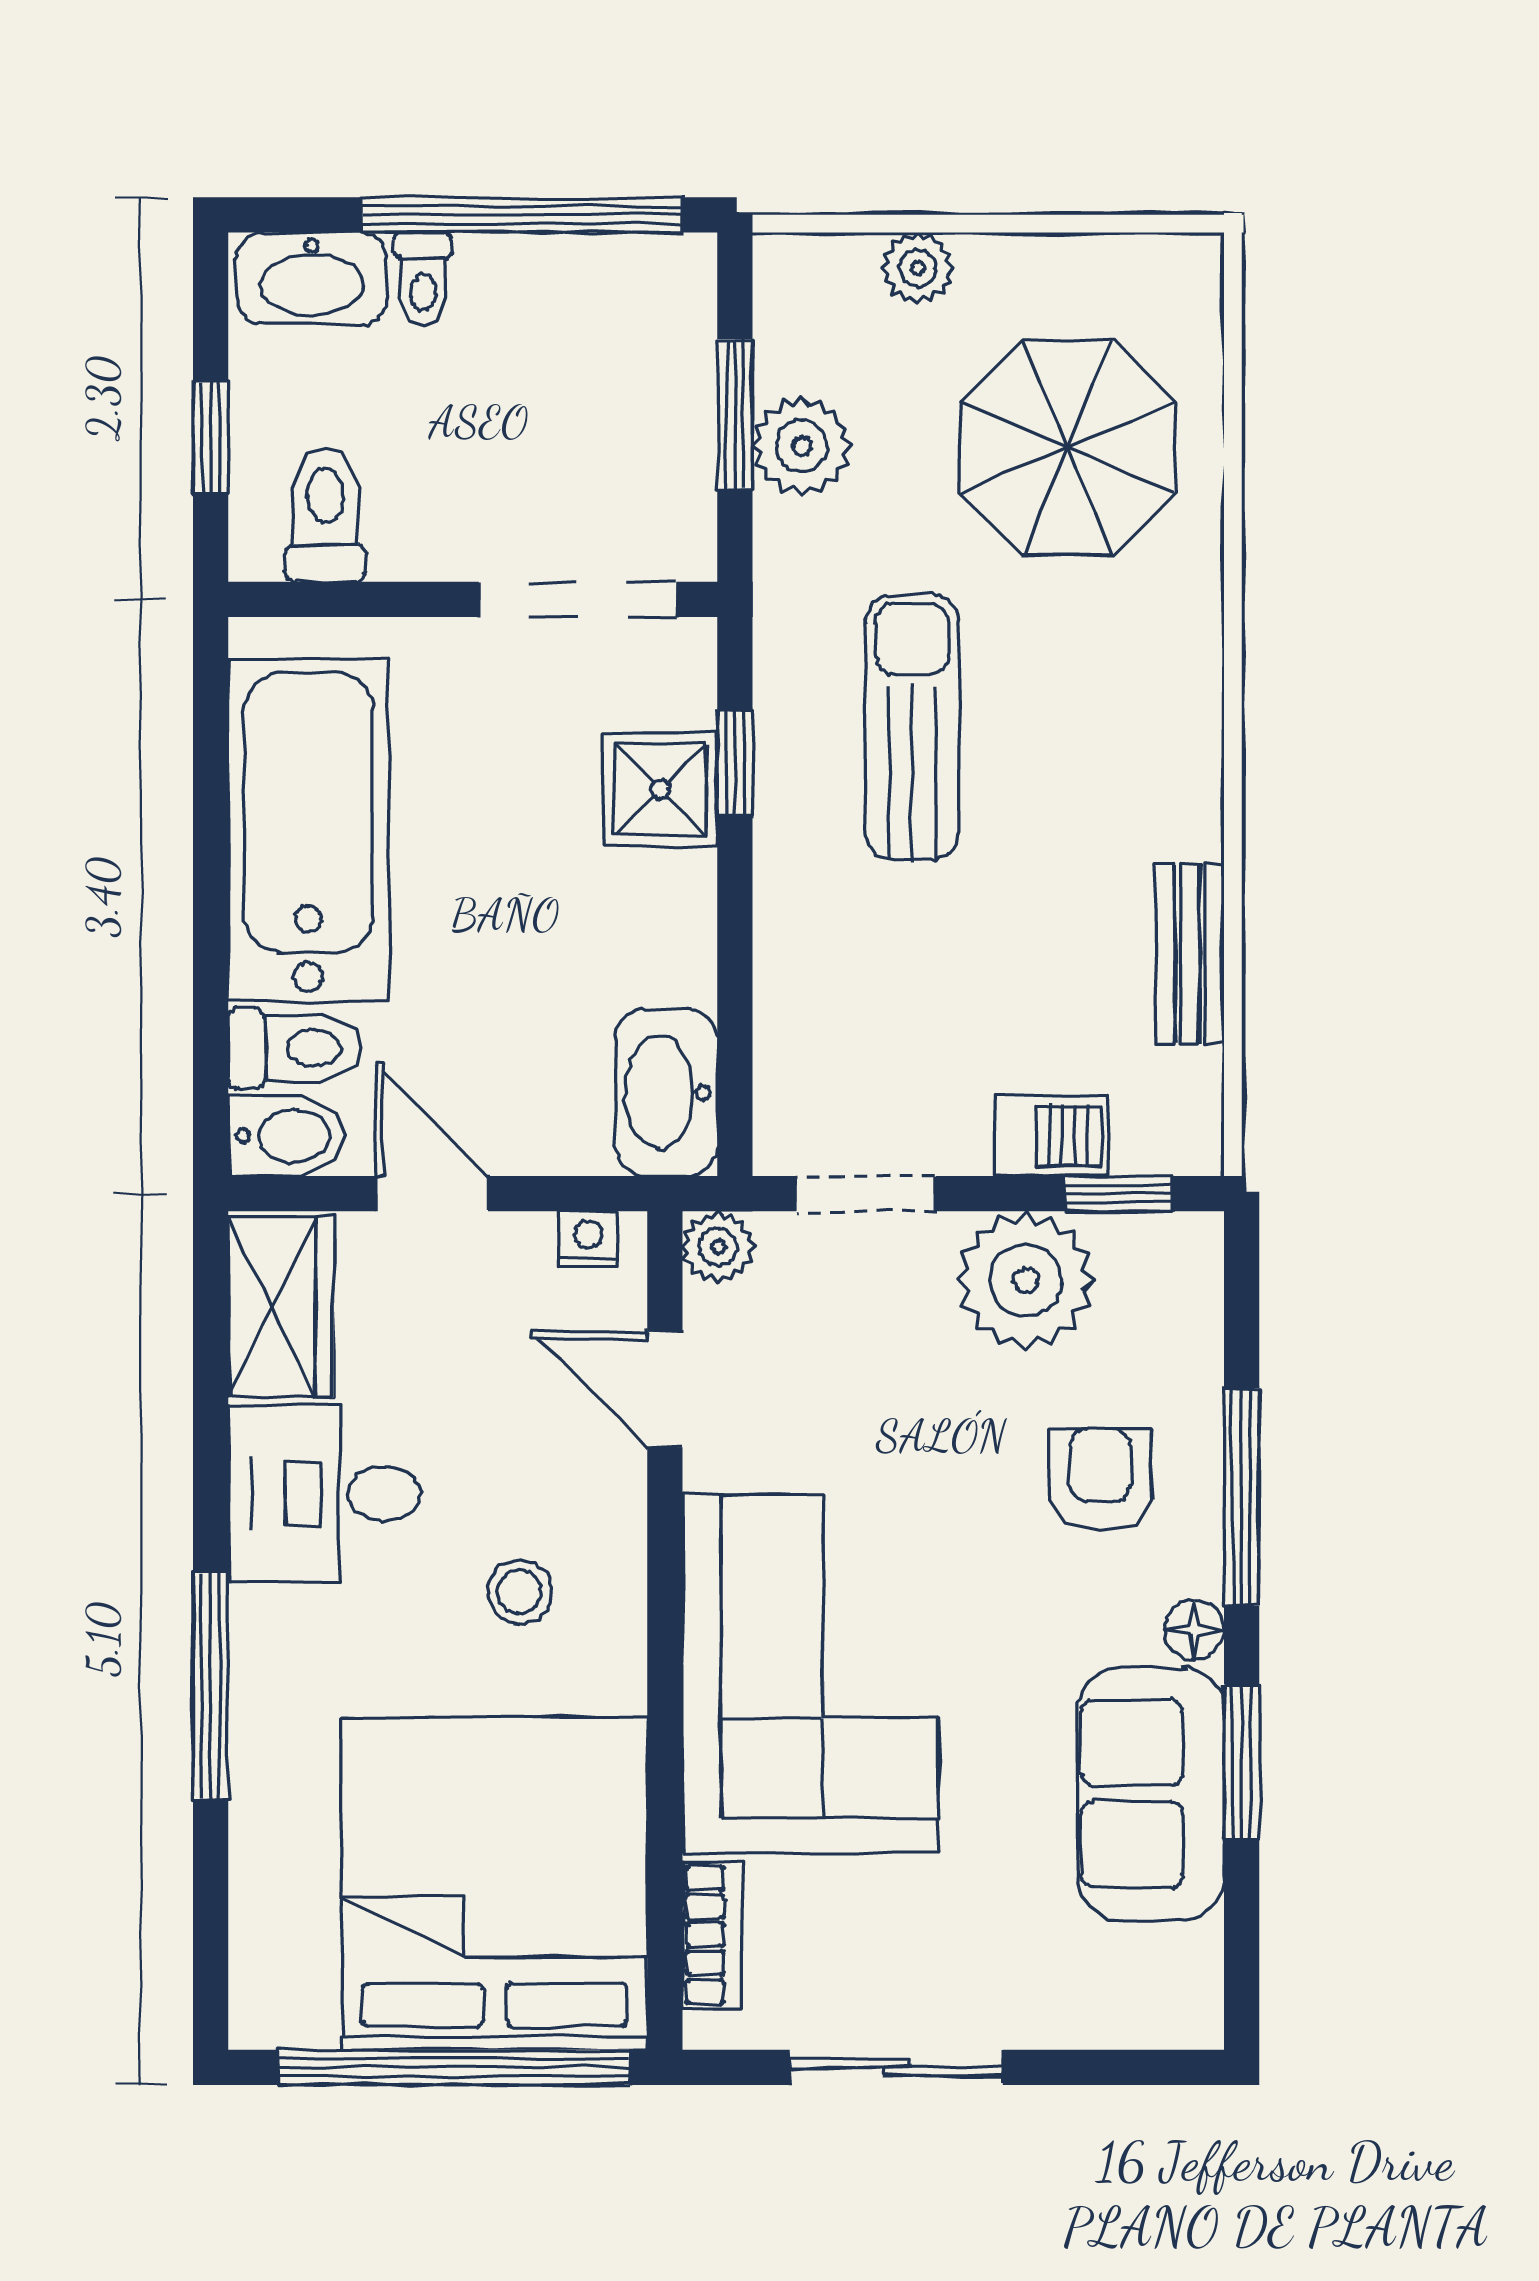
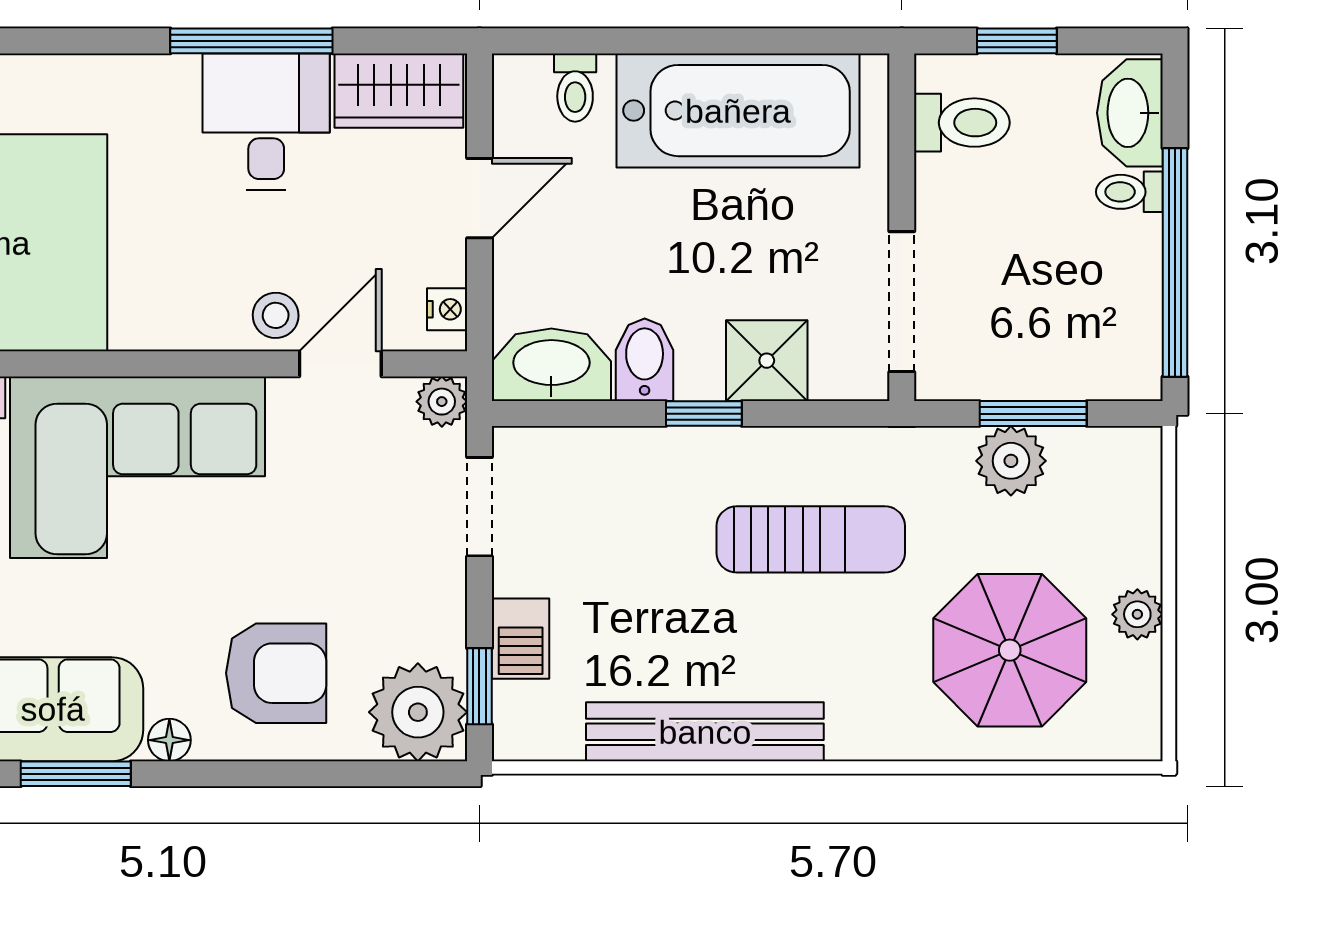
plant: (918, 268) -> (1137, 614), moved
window: (735, 763) -> (704, 414), moved
bench: (1190, 954) -> (705, 732), width x1.86, depth x1.21
toilet: (295, 1048) -> (575, 88), width x0.73, depth x0.72
bidet: (286, 1136) -> (645, 360), moved, turned 180
plant: (1026, 1280) -> (418, 712), moved
armchair: (1100, 1480) -> (276, 673), width x1.38, depth x1.38
window: (1242, 1497) -> (264, 774), removed
stool: (520, 1592) -> (276, 315), moved
window: (211, 1686) -> (251, 41), moved

